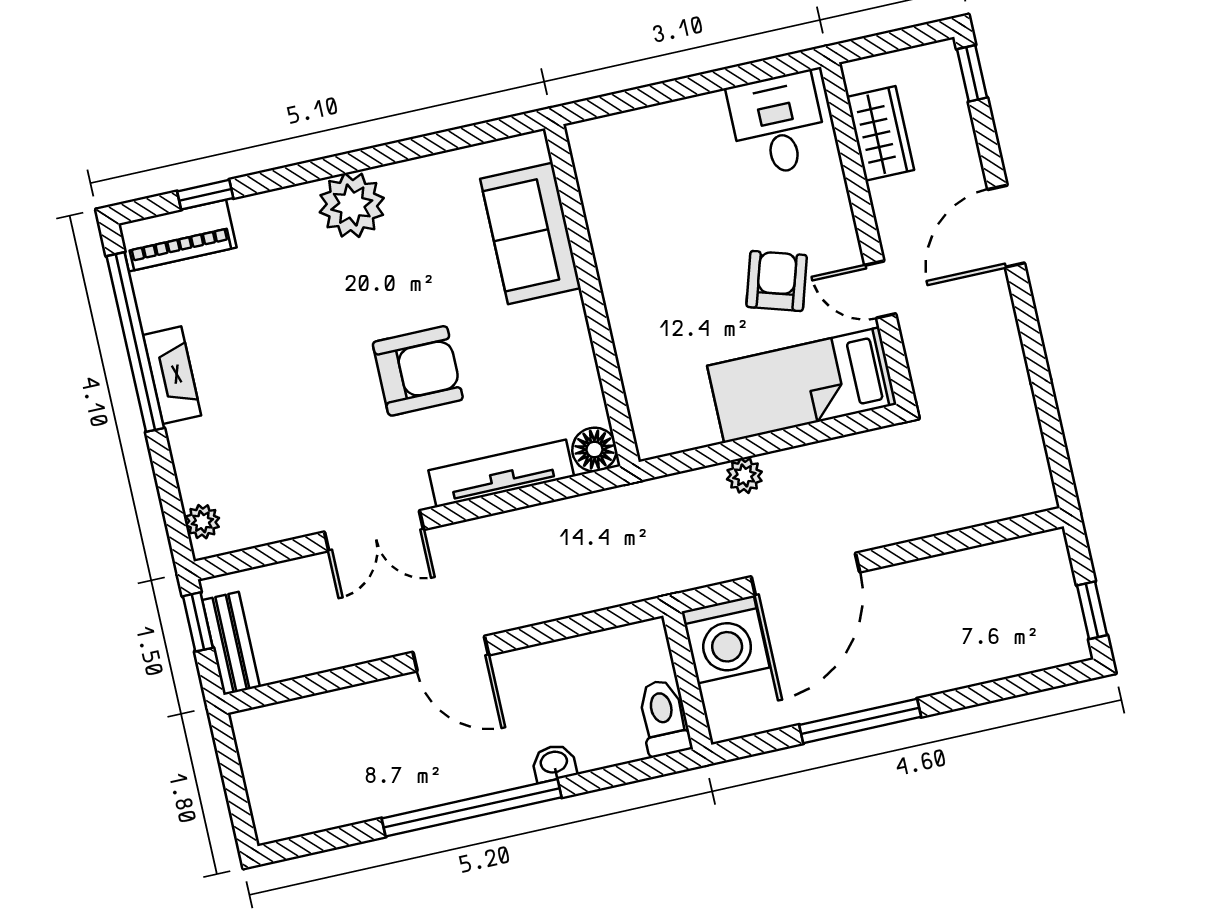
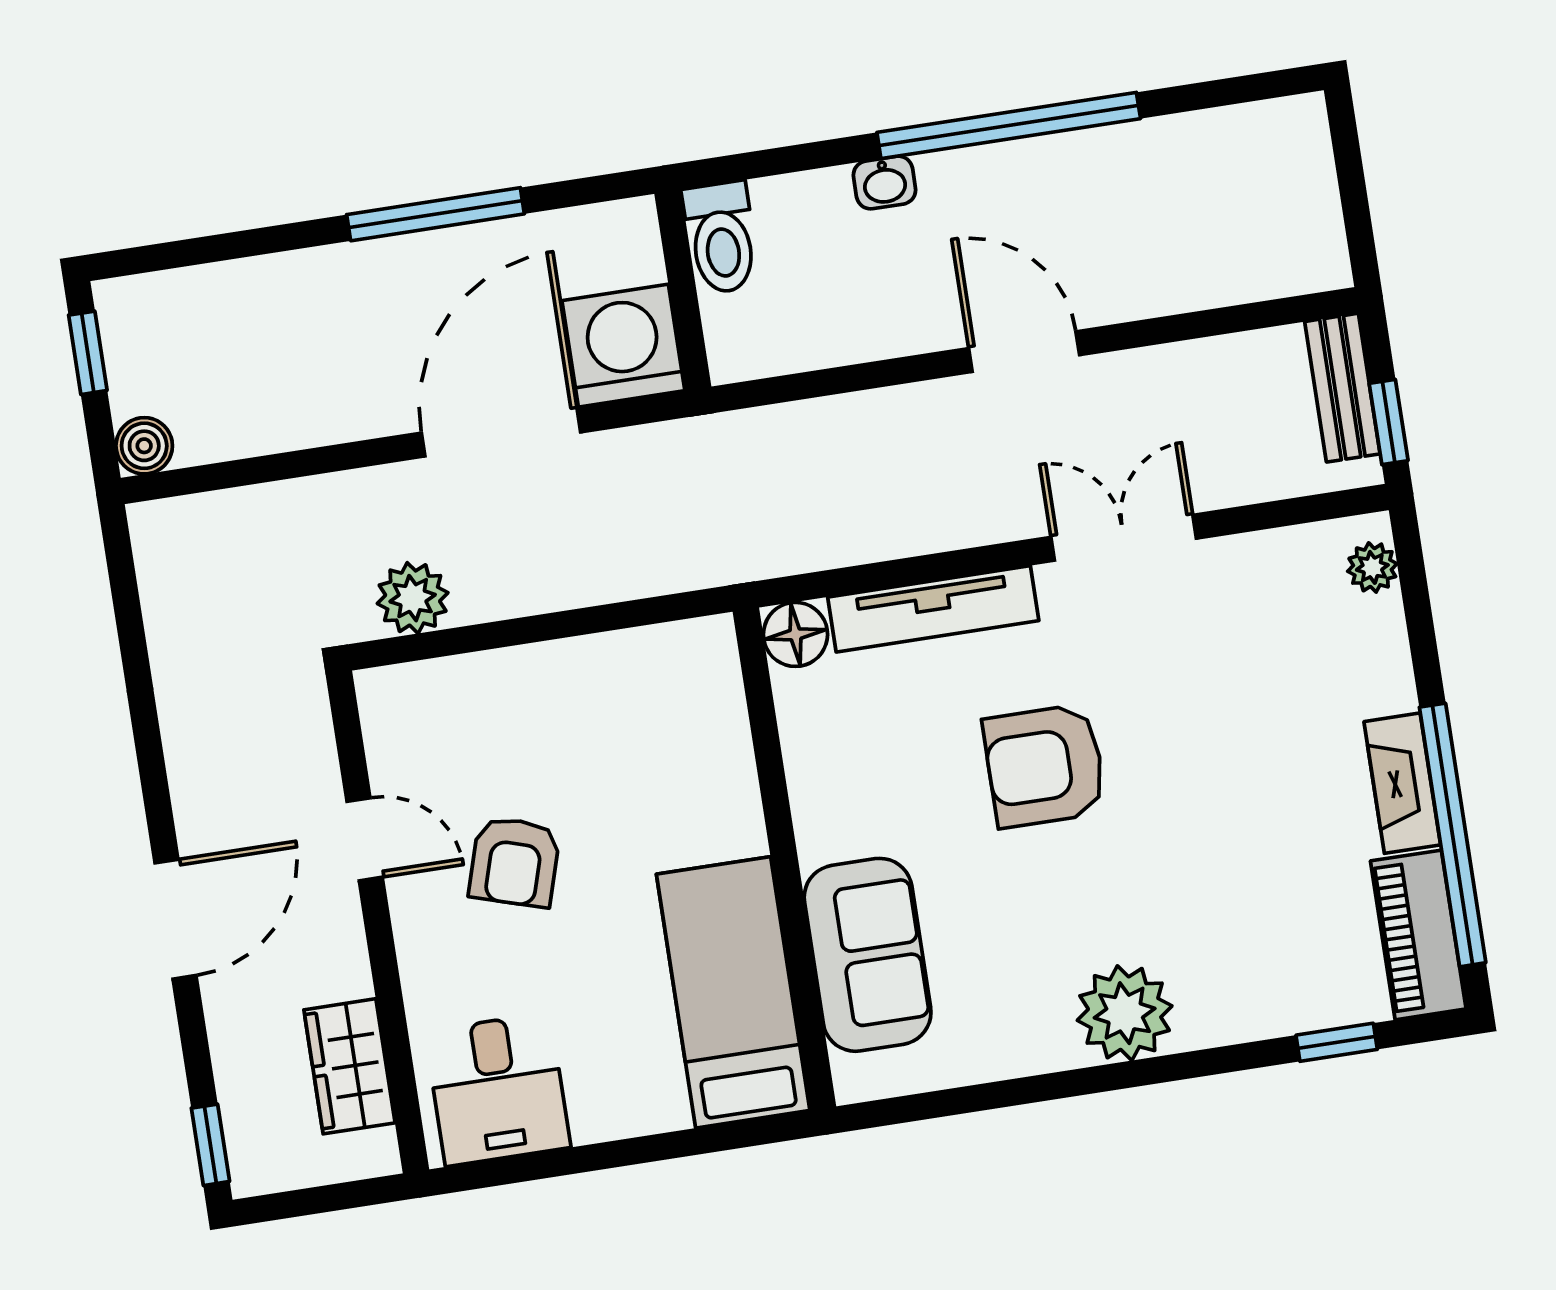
piano: (177, 236) -> (1418, 935), moved, turned -90
bed: (802, 385) -> (733, 992), moved, turned -90
plant: (744, 476) -> (413, 598), moved, width x1.38, depth x1.38
boiler: (1049, 549) -> (144, 446), added

